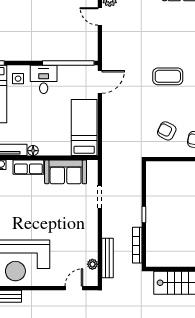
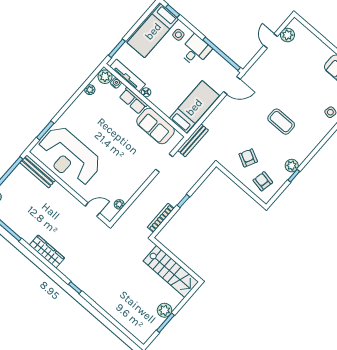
bench: (108, 258) -> (193, 140), moved

